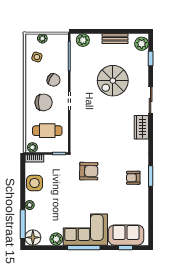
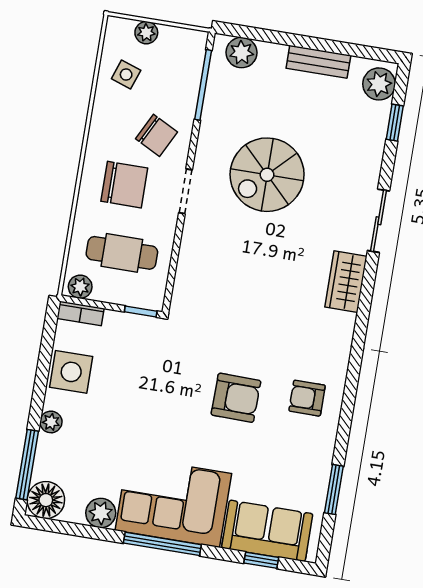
spiral stairs: (113, 81) -> (267, 175), moved
armchair: (89, 171) -> (236, 398), moved
window: (151, 176) -> (334, 490), moved

